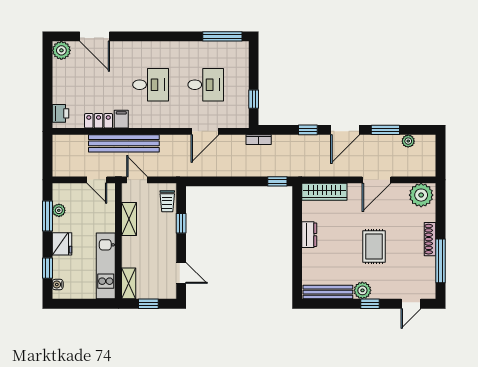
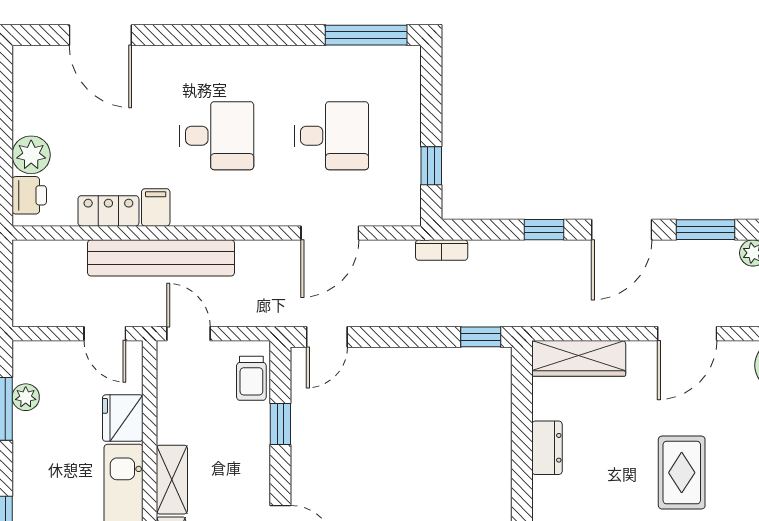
plant: (61, 50) -> (31, 155), moved
door: (203, 181) -> (327, 337), added
shelving: (129, 219) -> (172, 480), moved
fridge: (62, 244) -> (123, 418), moved, turned 180

